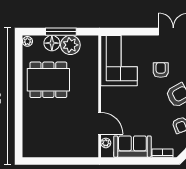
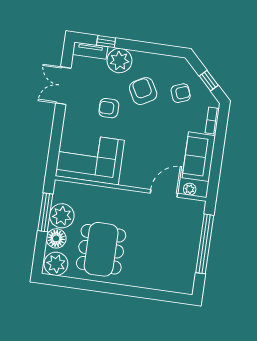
window: (61, 32) -> (45, 212), moved
plant: (27, 41) -> (56, 264), width x1.88, depth x1.88
window: (64, 161) -> (205, 244), added

